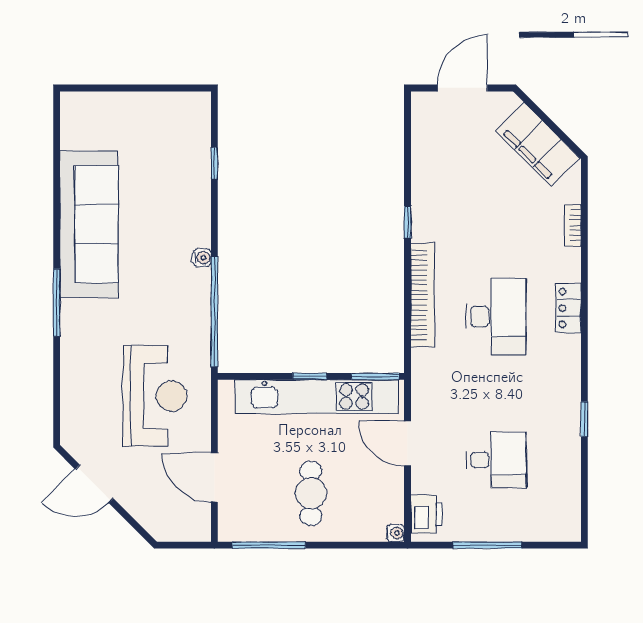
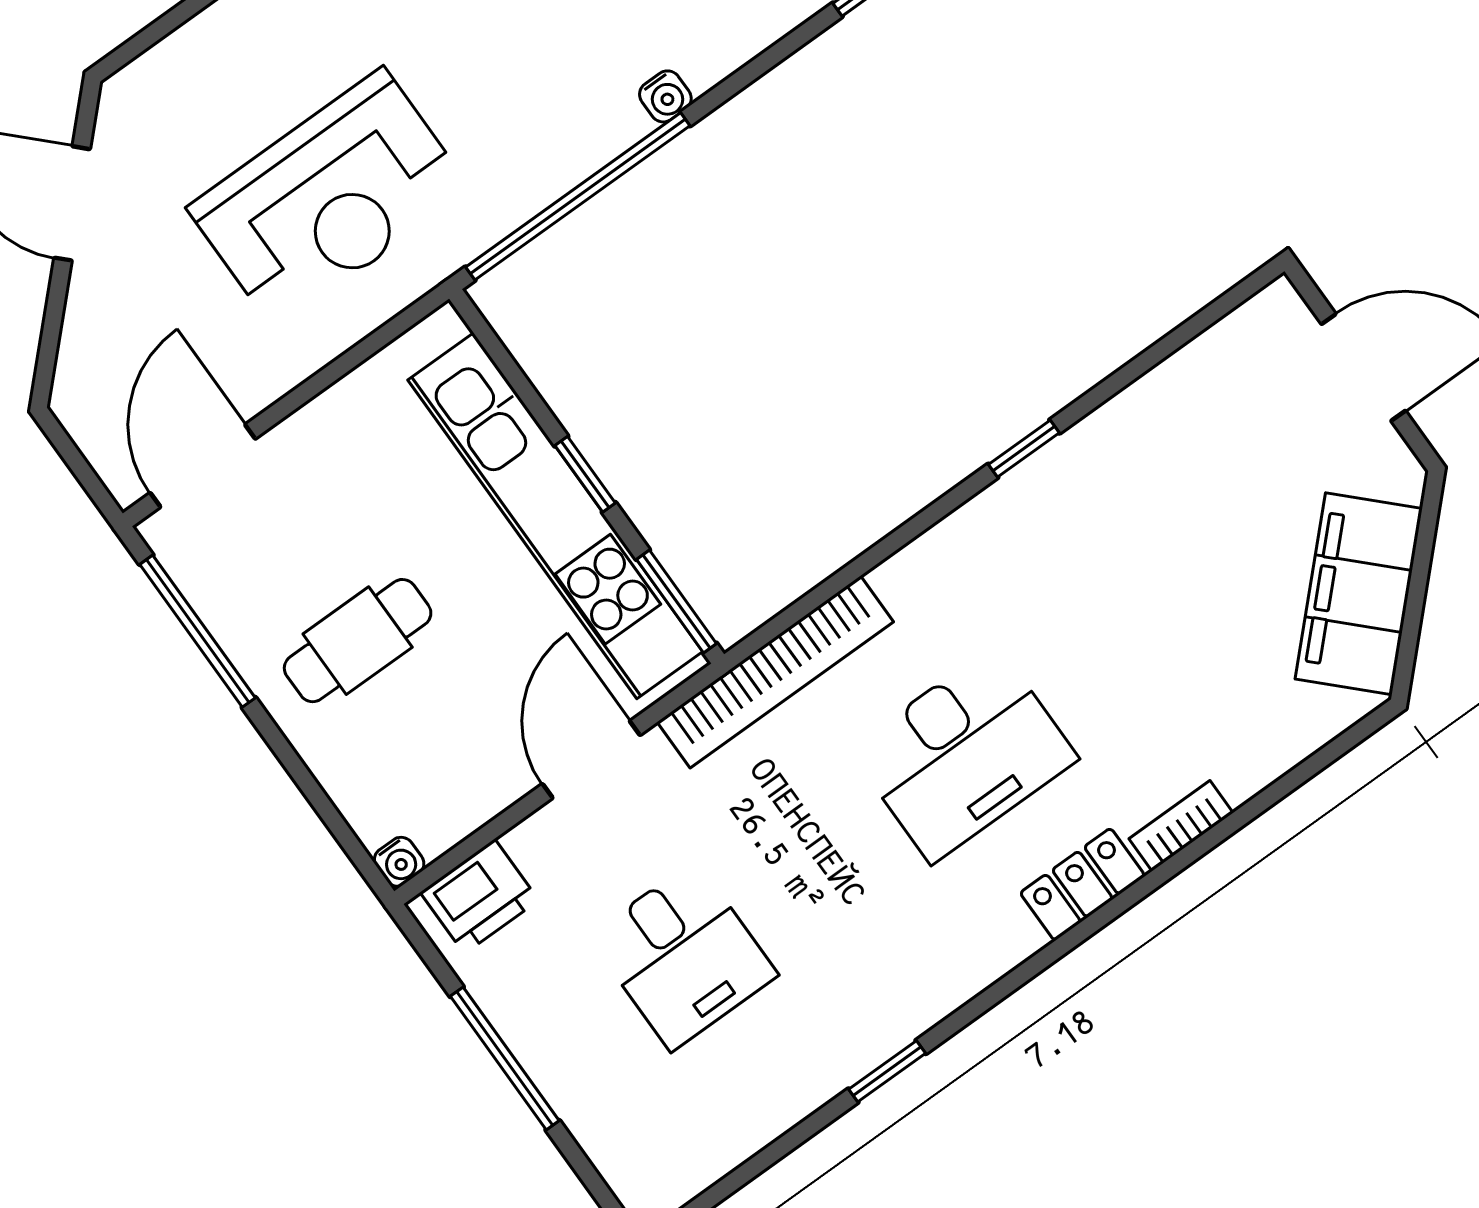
bookcase: (573, 225) -> (1181, 826), moved
bookcase: (423, 295) -> (775, 672), moved
door: (214, 477) -> (203, 466), moved

